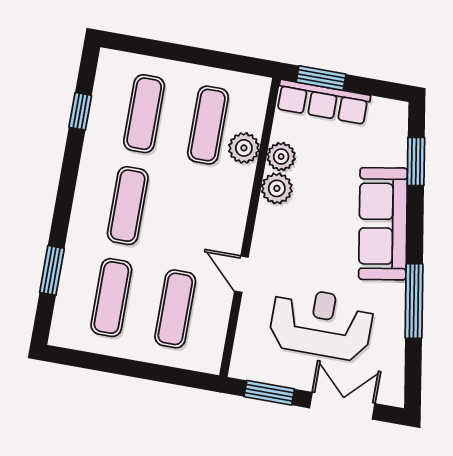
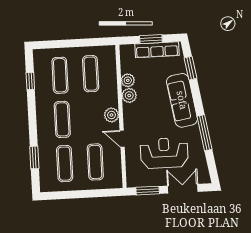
window: (321, 78) -> (151, 39), moved
row of seats: (323, 102) -> (157, 50), moved
plant: (244, 148) -> (112, 115), moved

